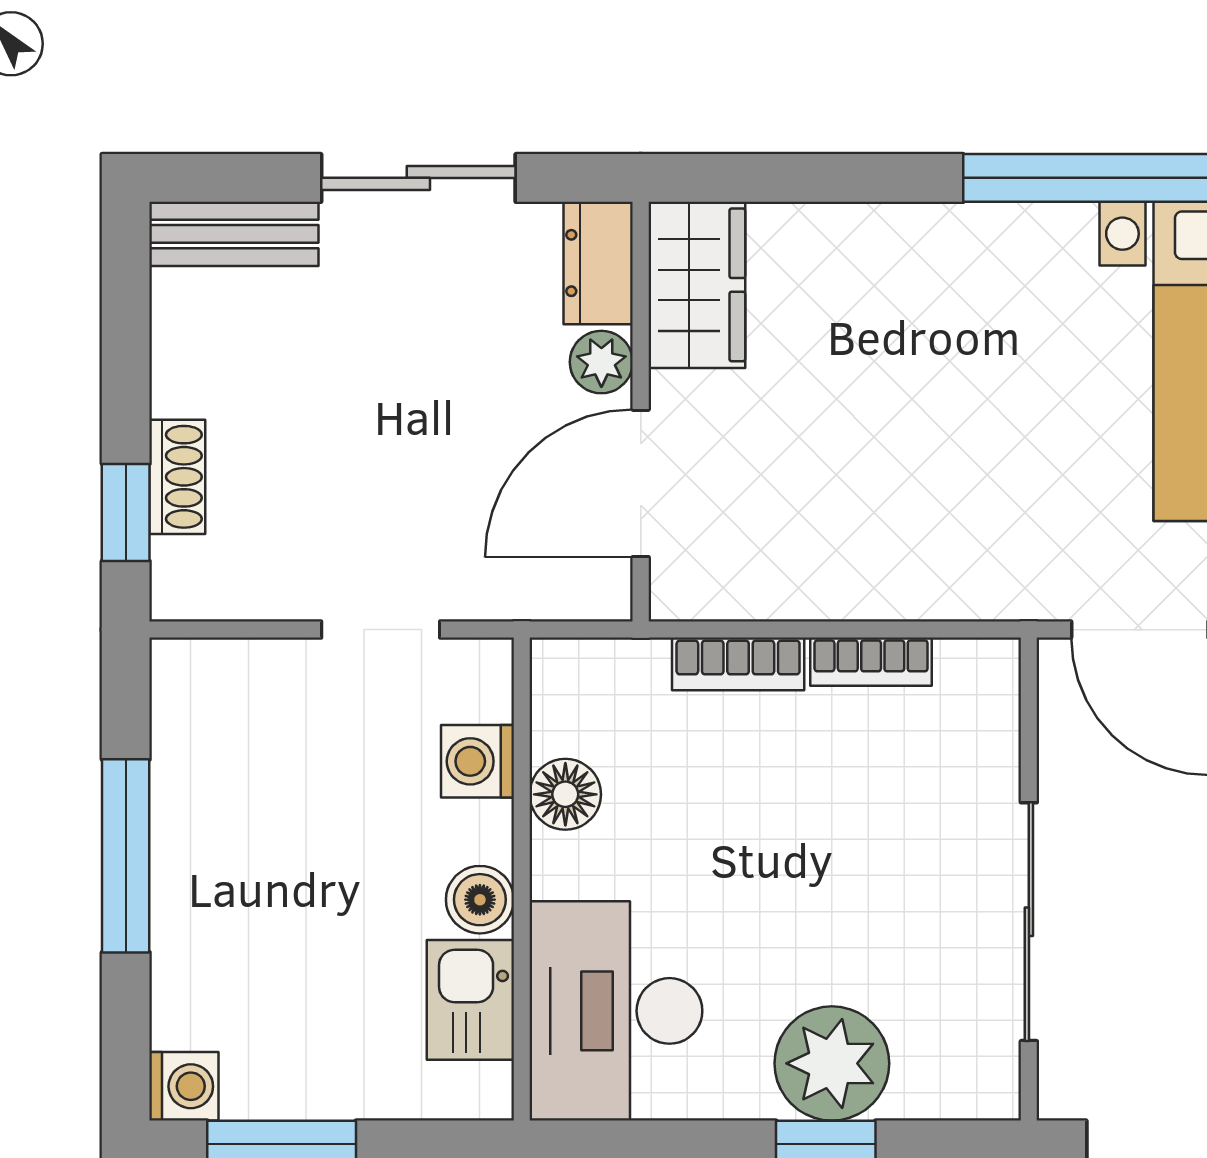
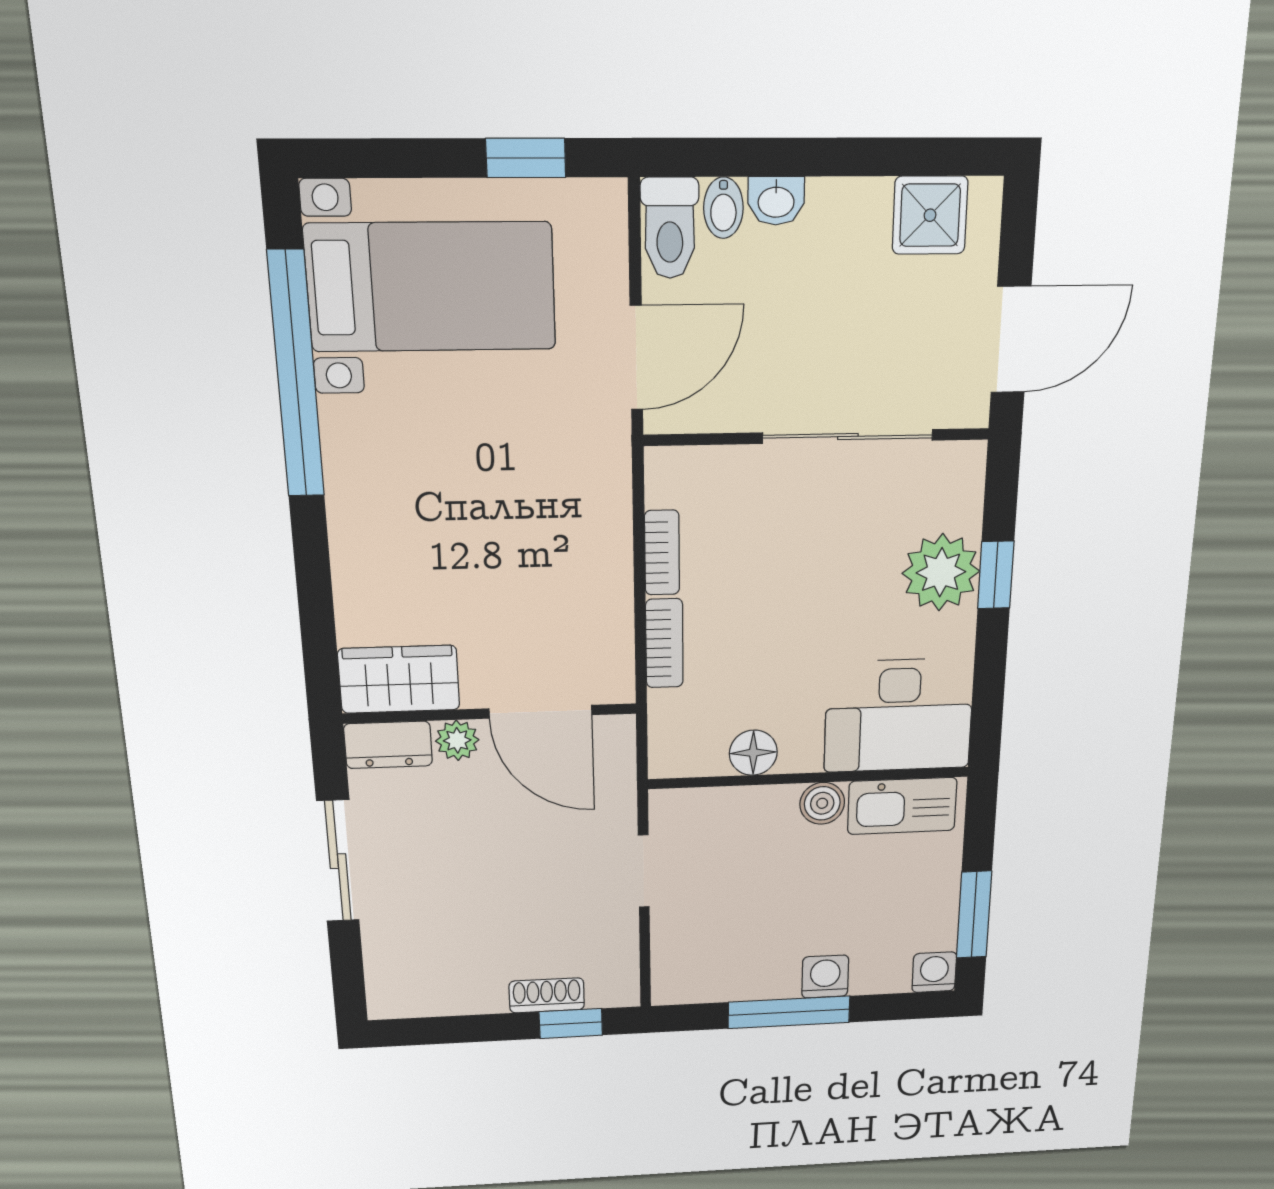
bench: (234, 234) -> (385, 970), removed
washing machine: (477, 761) -> (825, 977), moved, turned 180
kitchen sink: (470, 1000) -> (902, 806), width x1.38

